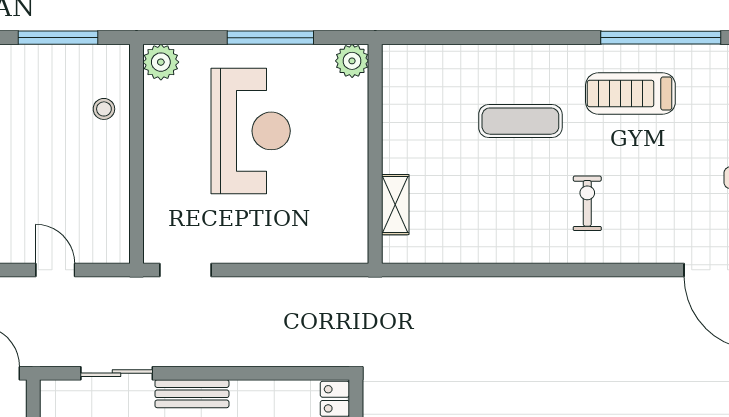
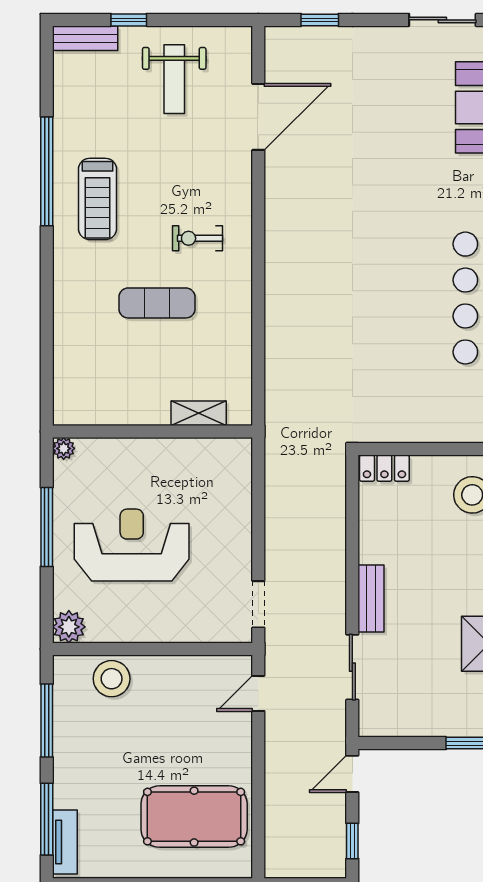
plant: (352, 61) -> (64, 448), width x0.73, depth x0.73
stool: (104, 109) -> (112, 679), width x1.89, depth x1.89
exercise mat: (520, 121) -> (157, 303), moved, turned 90
door: (55, 270) -> (258, 693), moved

